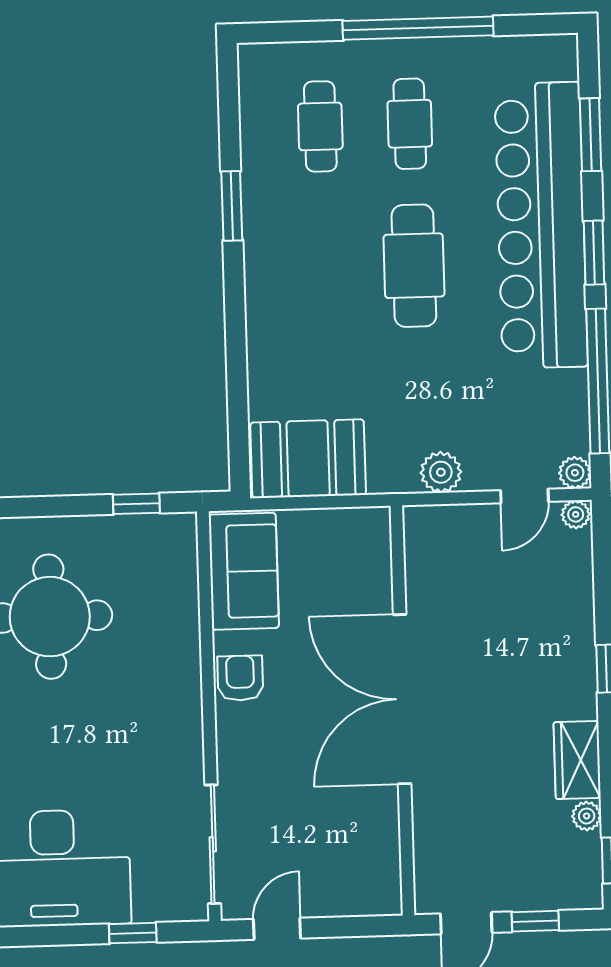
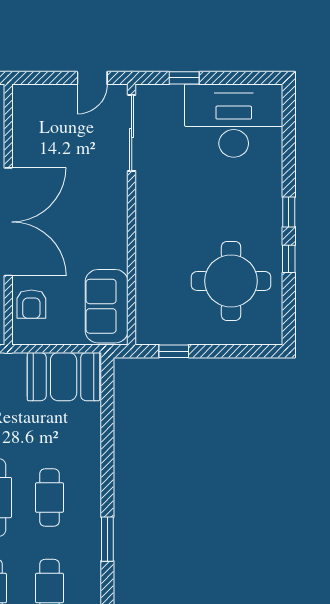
cafe table: (324, 268) -> (49, 498), added
armchair: (240, 678) -> (31, 304), moved

